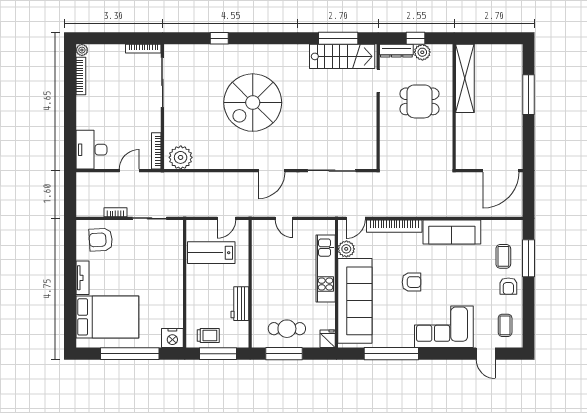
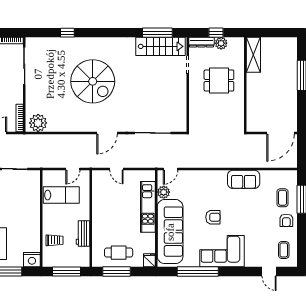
shelving: (465, 78) -> (253, 55), width x0.68
spiral stairs: (253, 103) -> (93, 81), turned -90
bookcase: (394, 226) -> (200, 175), removed
sofa: (452, 232) -> (244, 179), width x0.73
lab bench: (211, 253) -> (61, 195), turned 180
corner sofa: (444, 327) -> (222, 251), moved
trolley: (208, 336) -> (54, 240), moved

